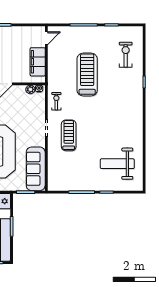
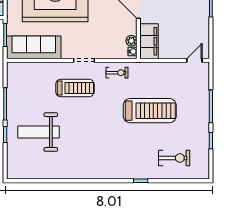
door: (46, 38) -> (194, 60), swing flipped
filing cabinet: (38, 62) -> (149, 41), moved, turned 90
weight bench: (117, 164) -> (38, 132), moved, turned -90

